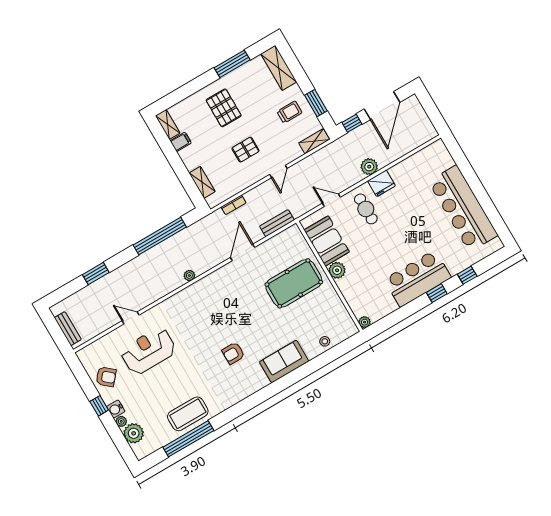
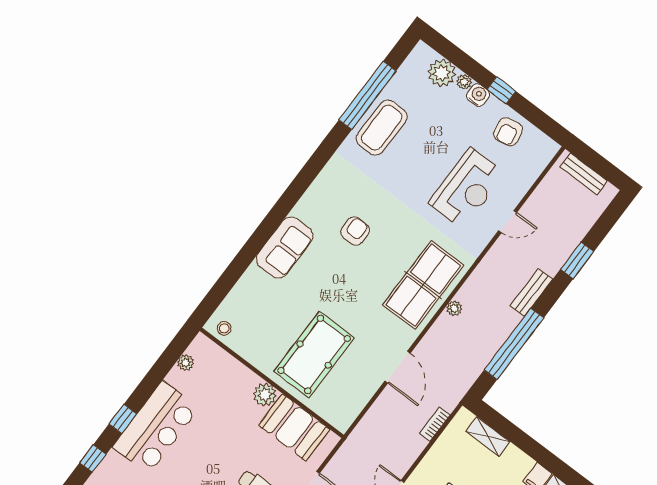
bench: (277, 223) -> (531, 293), moved
table tennis table: (203, 299) -> (423, 285), added
plant: (365, 322) -> (186, 363), moved
stool: (325, 341) -> (224, 328), moved
armchair: (106, 377) -> (508, 132), turned -51

